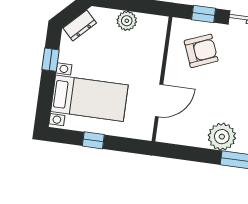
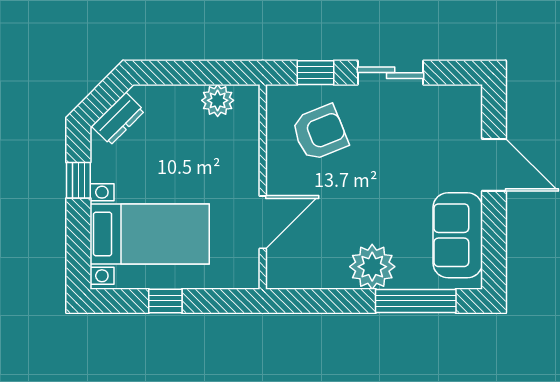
plant: (127, 21) -> (218, 100), moved

